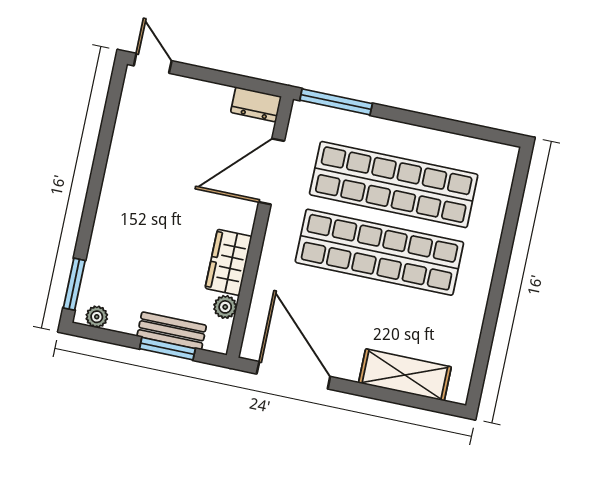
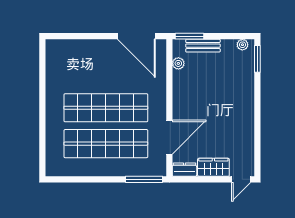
door: (153, 63) -> (241, 179), hinge flipped
wardrobe: (228, 262) -> (213, 167), moved, turned -90
window: (167, 349) -> (190, 36), moved
shelving: (405, 375) -> (80, 48), removed

